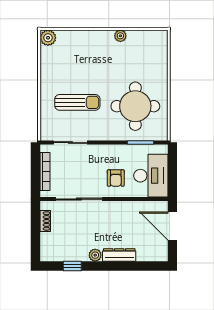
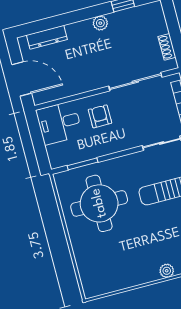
plant: (120, 36) -> (167, 271), moved
desk: (151, 176) -> (59, 123), width x0.73
dresser: (119, 255) -> (47, 37), moved

